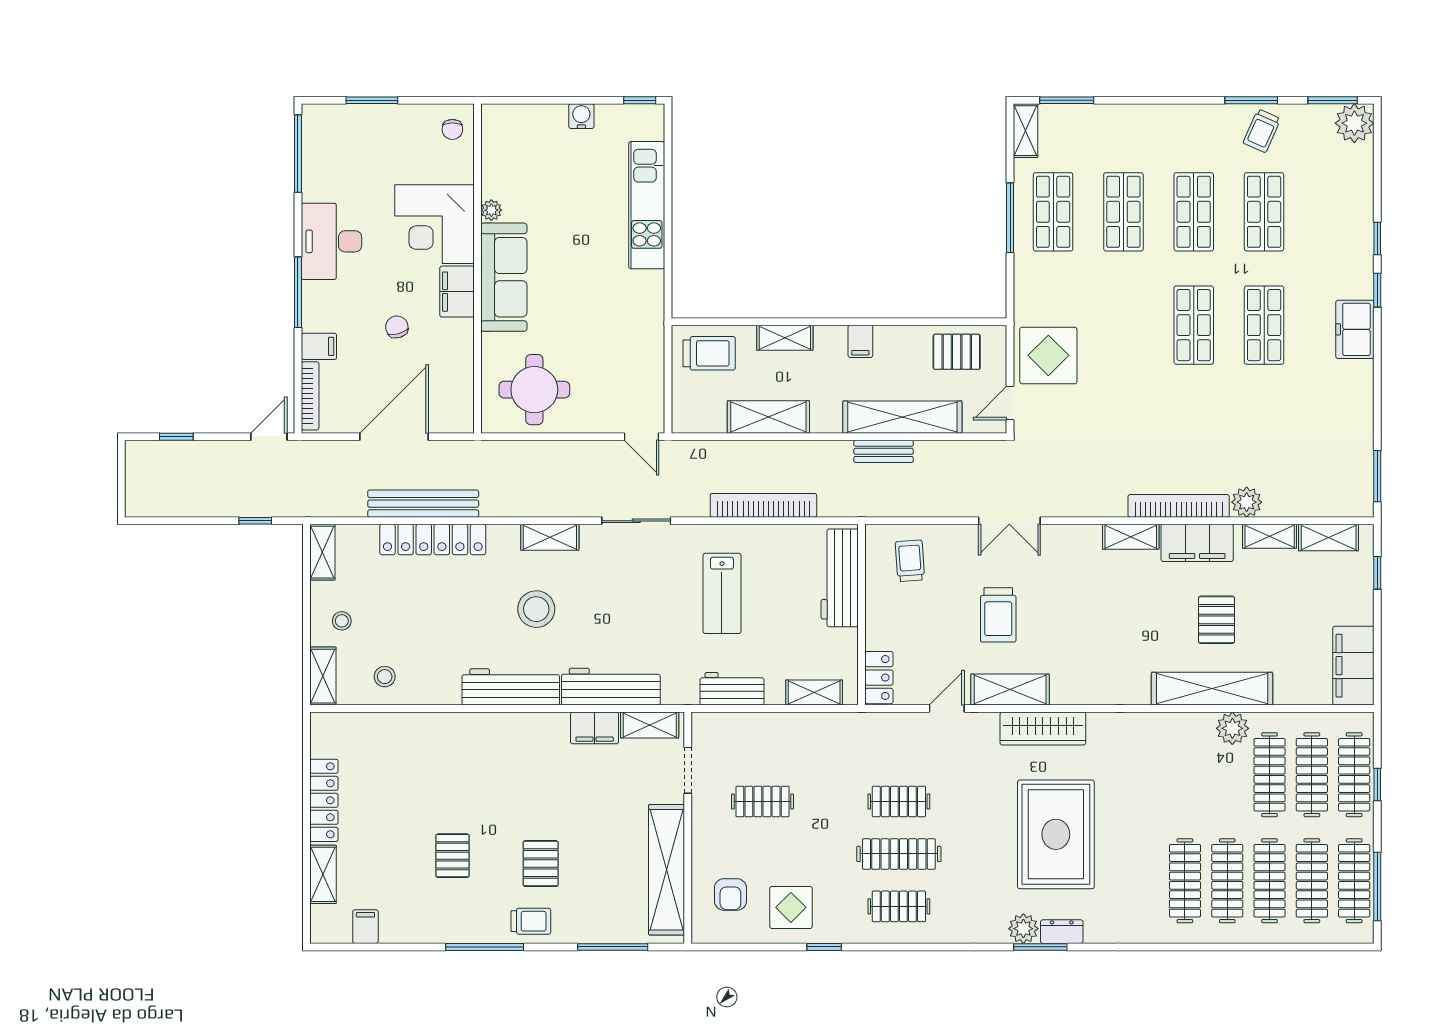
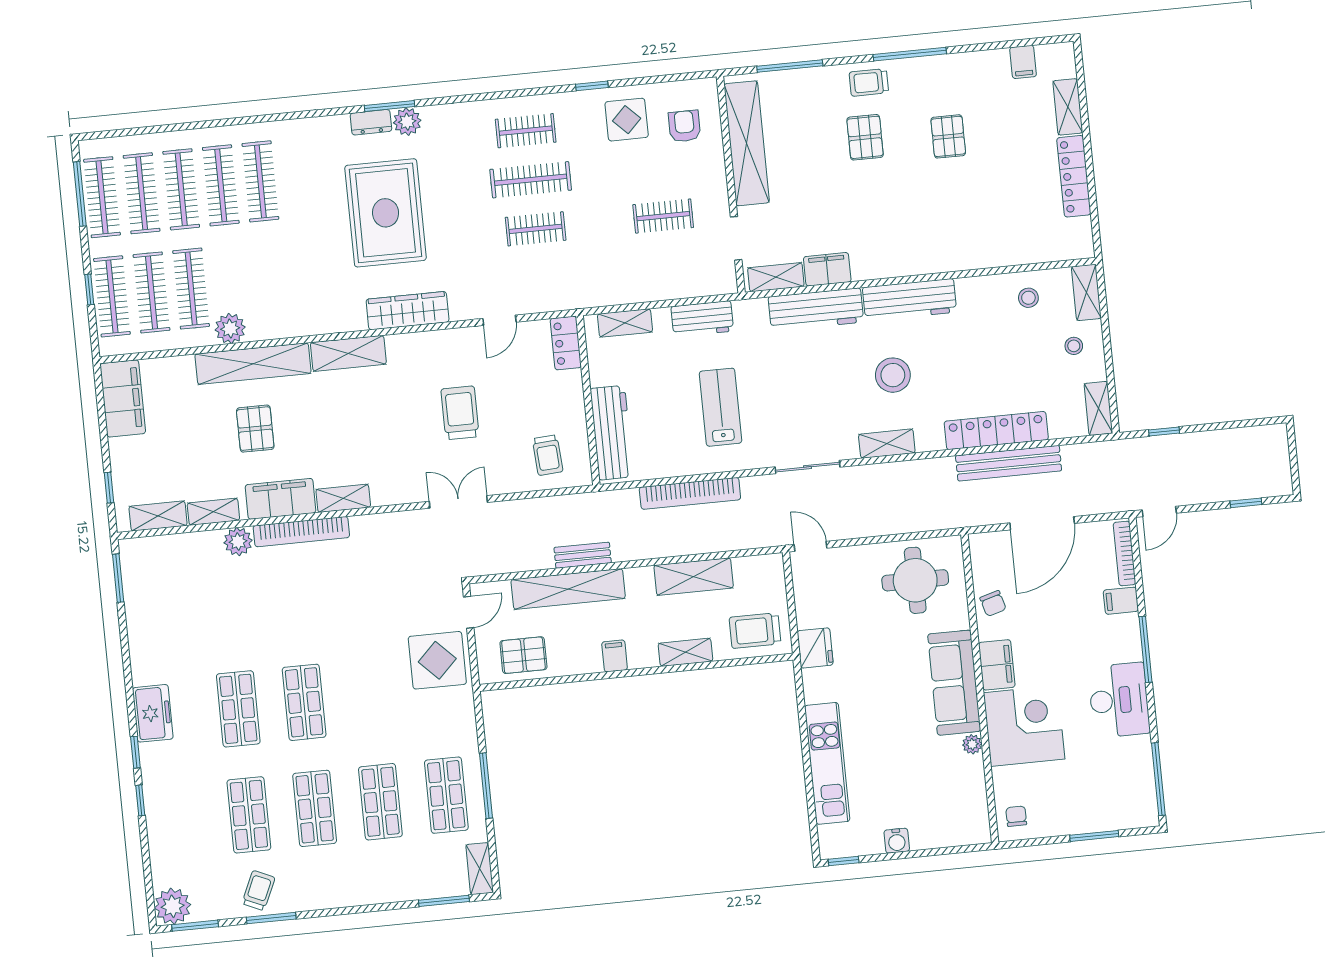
chair: (397, 327) -> (993, 604), moved
fridge: (647, 329) -> (815, 648), added
shelving: (1010, 690) -> (348, 353), moved

